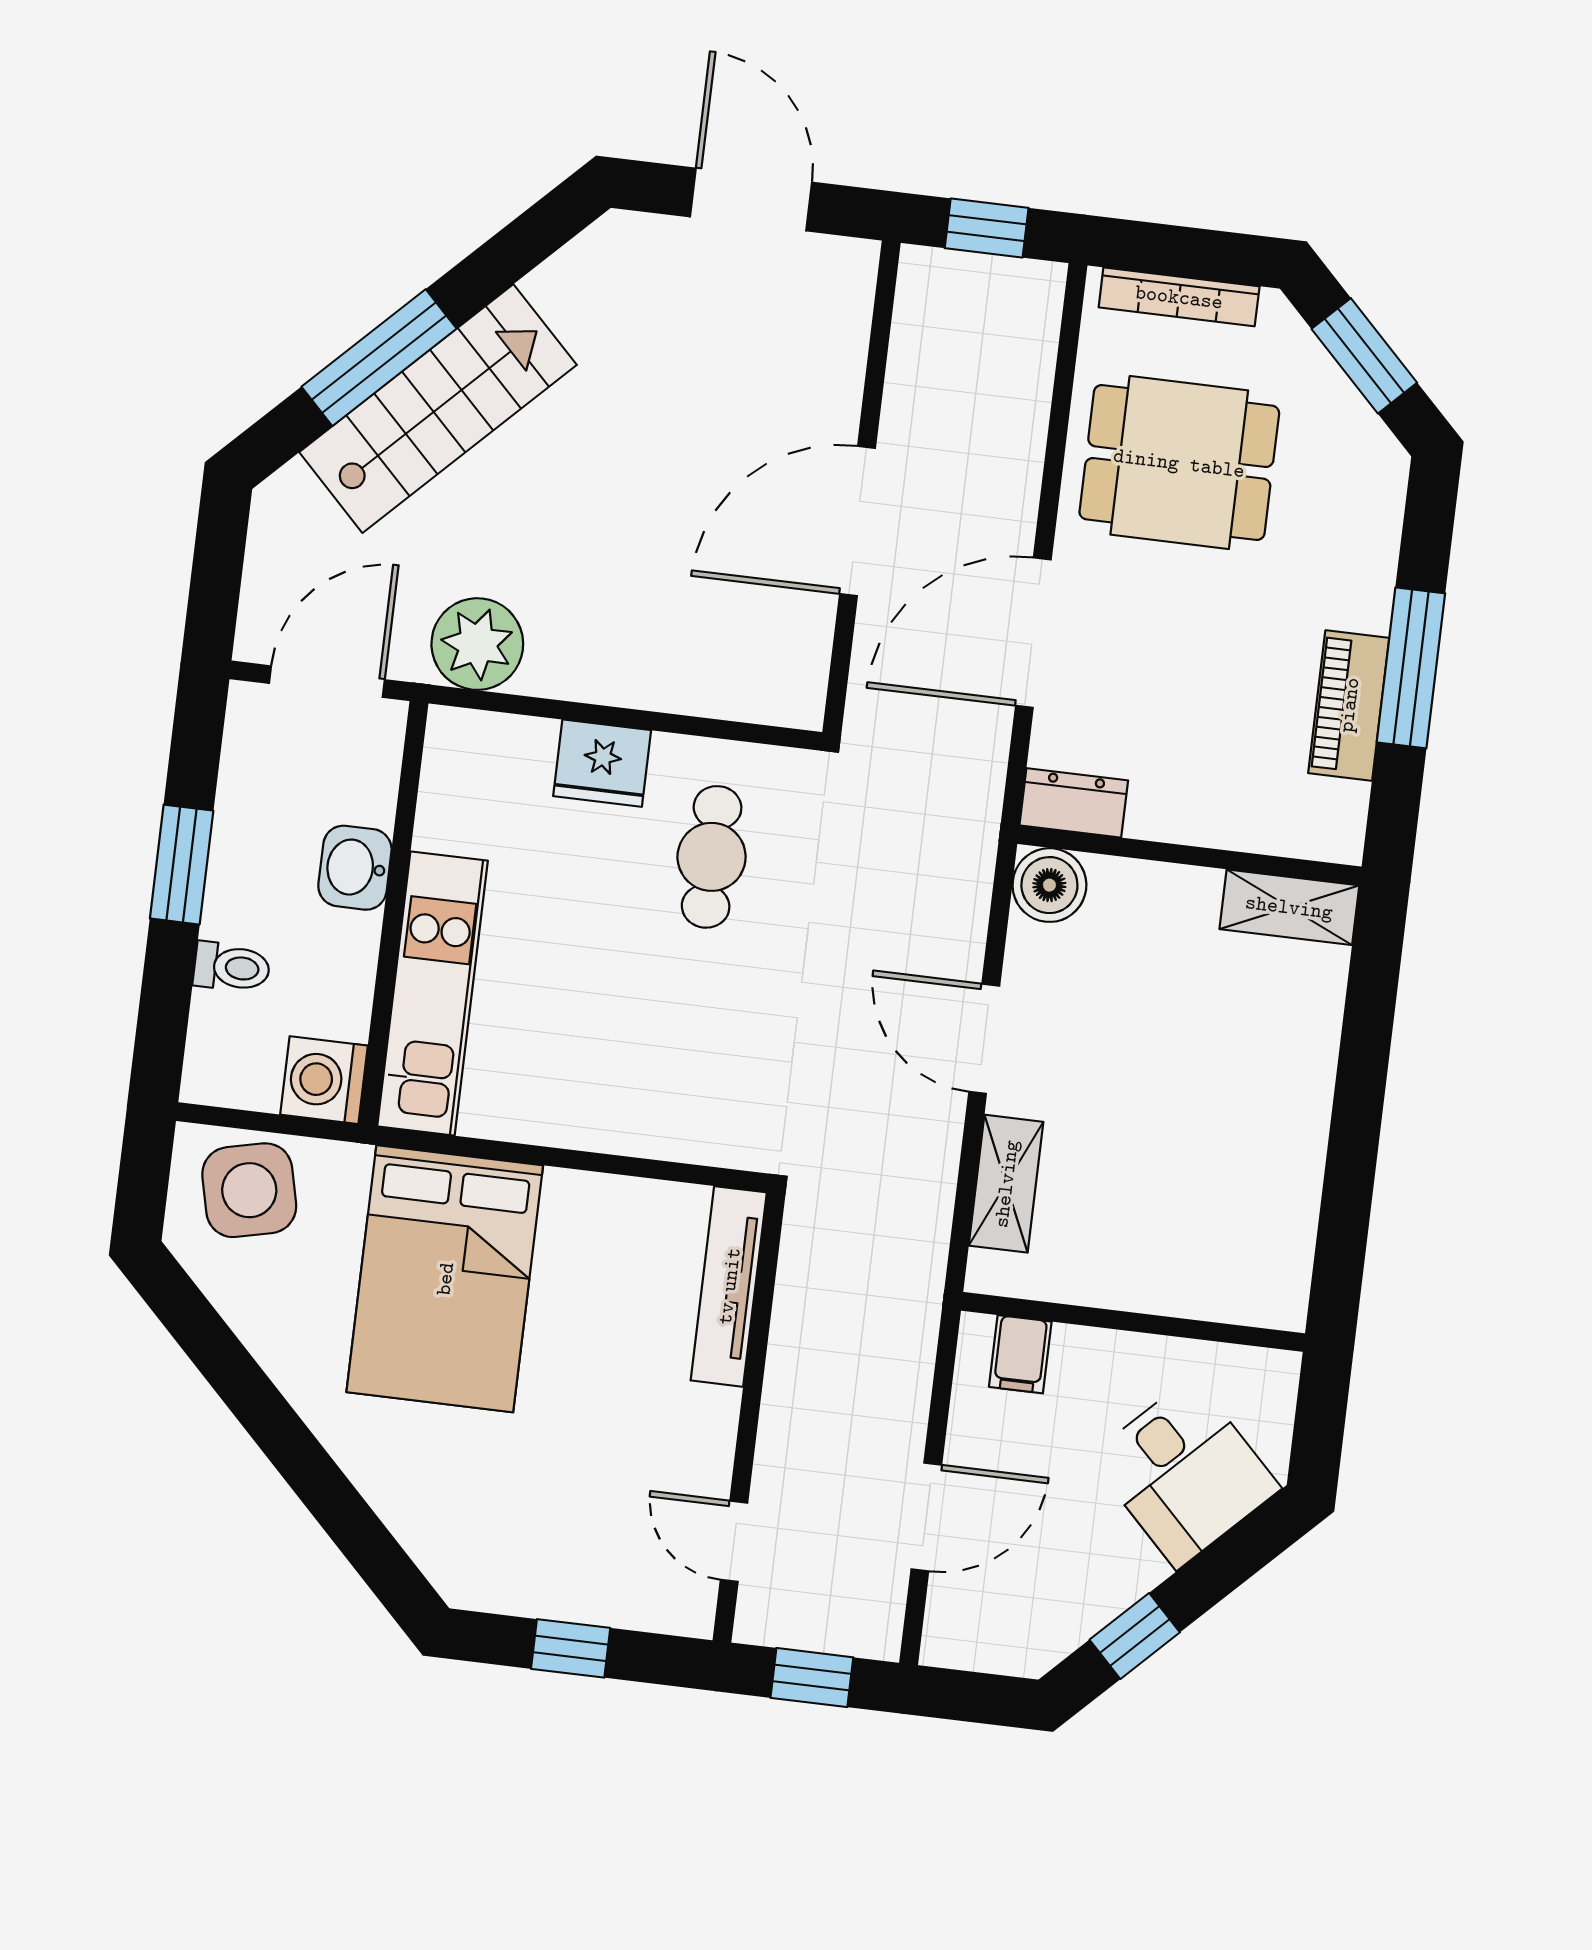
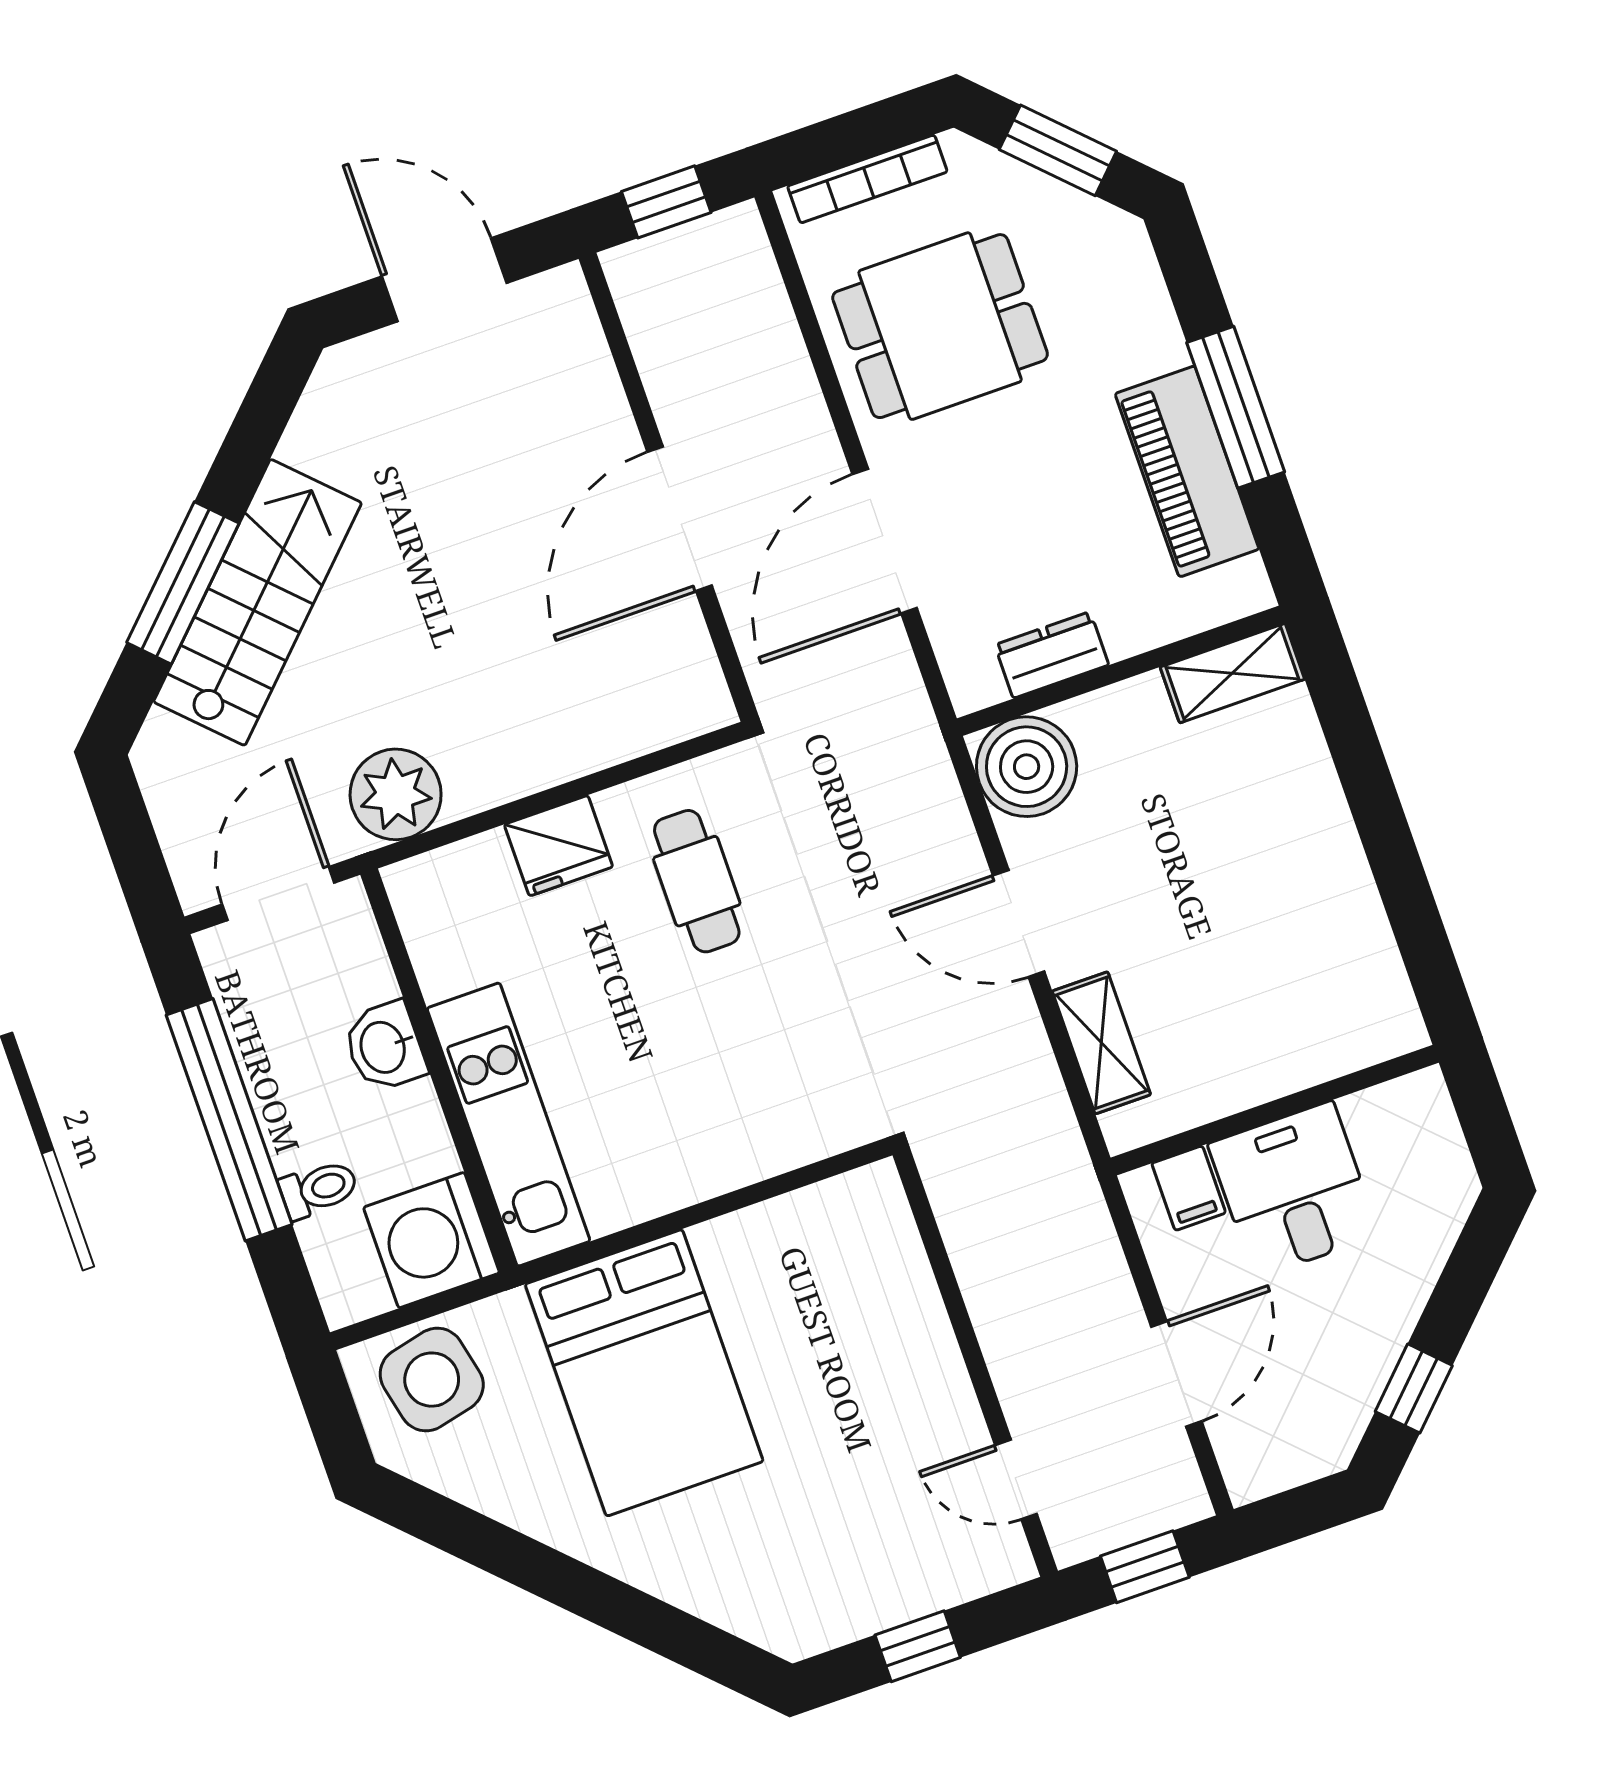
piano: (1349, 705) -> (1187, 471), width x1.37, depth x1.33
dresser: (1074, 803) -> (1052, 655), moved
window: (182, 865) -> (229, 1120), width x2.11
boiler: (1049, 885) -> (1027, 767), width x1.37, depth x1.37
washing machine: (324, 1080) -> (432, 1240), width x1.37, depth x1.37
tv unit: (729, 1286) -> (900, 1255), removed
desk: (1185, 1473) -> (1294, 1190), moved, turned -135

